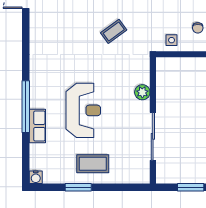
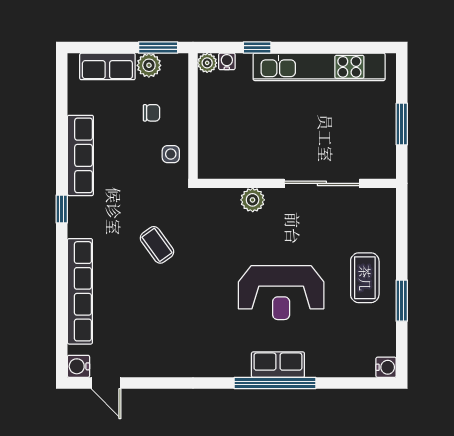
reception desk: (83, 110) -> (281, 293), turned 180
row of seats: (37, 126) -> (278, 365), moved

